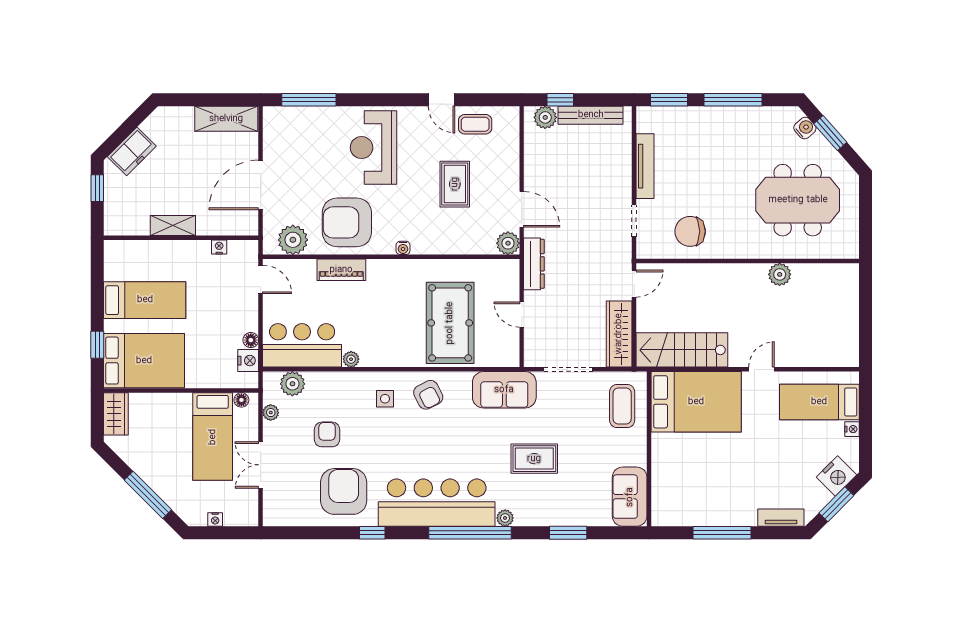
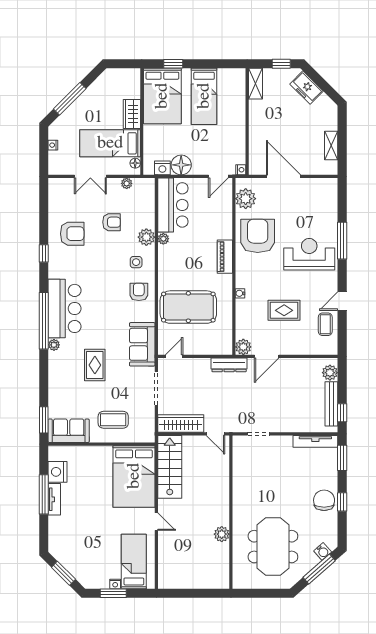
window: (309, 100) -> (342, 241), moved
window: (560, 100) -> (342, 413), moved
window: (733, 100) -> (342, 502), width x0.46
shelving: (226, 119) -> (331, 146), width x0.67, depth x0.75
window: (830, 133) -> (319, 569), width x1.44
tv unit: (645, 166) -> (315, 441), moved
shelving: (173, 225) -> (255, 84), moved
chair: (690, 231) -> (324, 500), moved
nightstand: (219, 247) -> (241, 170), moved
water cooler: (403, 248) -> (240, 293), moved
piano: (341, 270) -> (225, 257), moved
door: (522, 315) -> (174, 356), moved
floor lamp: (251, 340) -> (181, 165), width x1.89, depth x1.89
plant: (292, 384) -> (146, 237), moved
armchair: (428, 395) -> (139, 292), turned 117
coffee table: (622, 406) -> (113, 420), moved
wardrobe: (116, 414) -> (132, 114), moved, turned 90
window: (865, 432) -> (113, 593), added
double door: (261, 465) -> (90, 176), swing flipped
nightstand: (836, 476) -> (58, 472), moved, turned 45
armchair: (344, 491) -> (72, 234), width x0.73, depth x0.73
bar counter: (437, 503) -> (64, 308), width x0.73
tv unit: (781, 518) -> (54, 499), moved
window: (568, 533) -> (44, 420), moved

